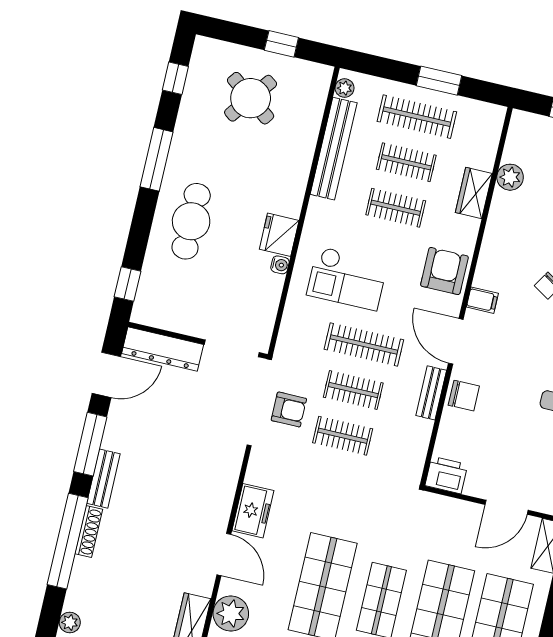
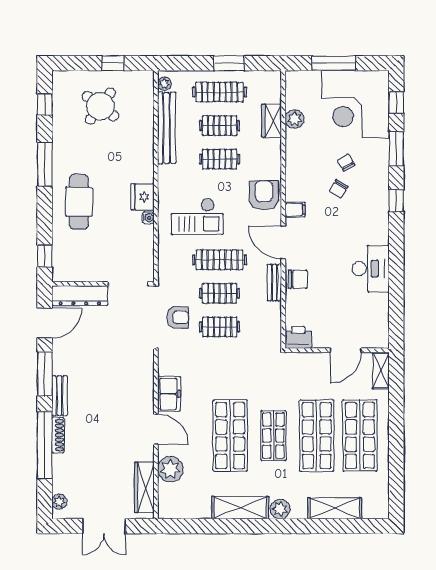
wardrobe: (474, 193) -> (272, 121), moved

